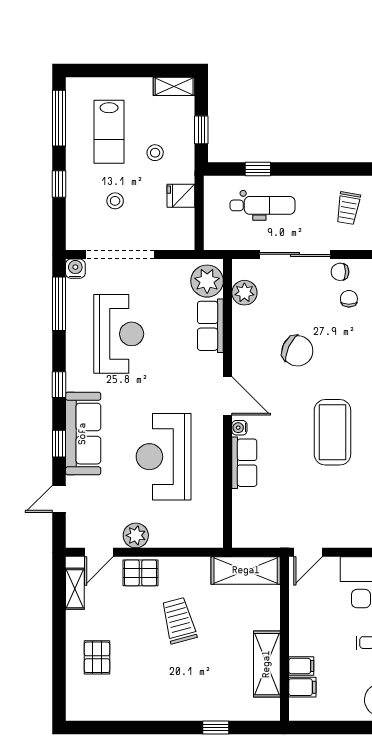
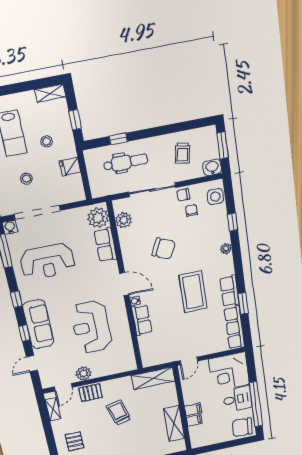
reception desk: (119, 334) -> (48, 262), turned 90
filing cabinet: (302, 687) -> (193, 410), moved

